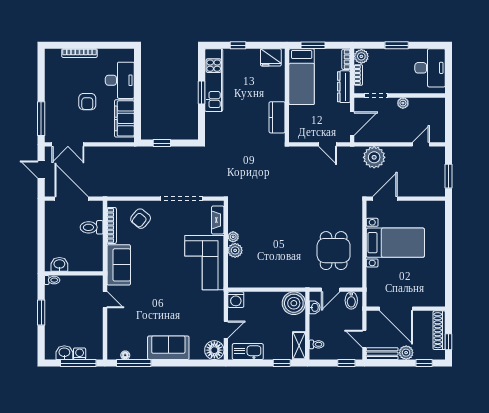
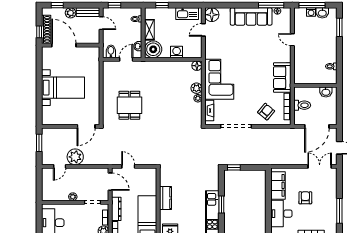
kitchen counter: (277, 117) -> (166, 198), moved
window: (41, 119) -> (339, 211), moved
door: (352, 124) -> (110, 182), swing flipped
window: (162, 143) -> (234, 167), moved
plant: (374, 157) -> (75, 157), moved
door: (72, 199) -> (317, 126), hinge flipped
bed with nightstands: (395, 243) -> (63, 88), moved, turned 180
dining table: (334, 251) -> (129, 105), moved
washbasin: (59, 264) -> (326, 92), moved
wall: (74, 273) -> (315, 85), moved
floor lamp: (235, 281) -> (197, 66), added
door: (105, 300) -> (292, 40), moved
washing machine: (236, 300) -> (177, 52), moved
door: (396, 309) -> (64, 45), moved
window: (41, 313) -> (339, 27), moved
window: (449, 342) -> (39, 32), moved
shelving: (299, 346) -> (149, 30), moved
sofa: (168, 348) -> (251, 16), width x1.36

